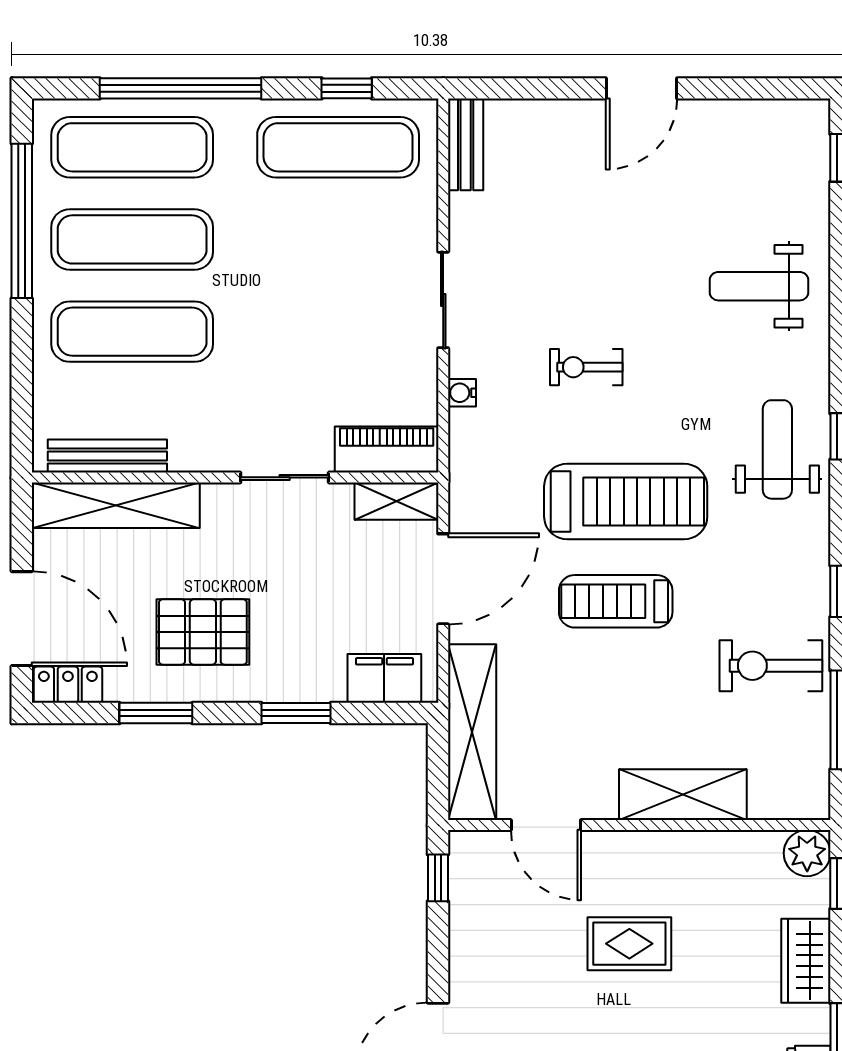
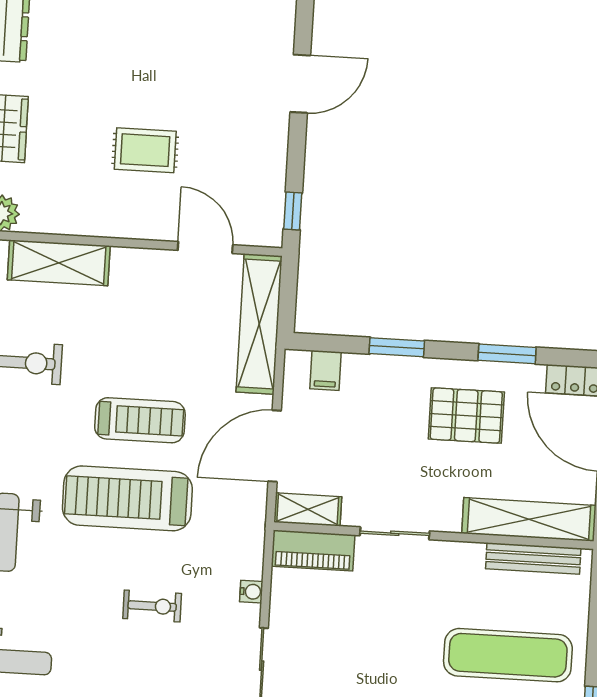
filing cabinet: (384, 678) -> (326, 370), width x0.50
shelving: (683, 795) -> (59, 263), moved

